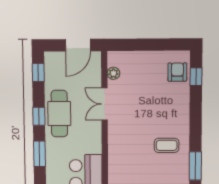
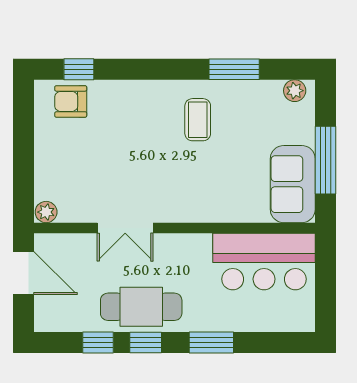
window: (38, 72) -> (98, 343), moved
plant: (113, 73) -> (46, 212), moved

